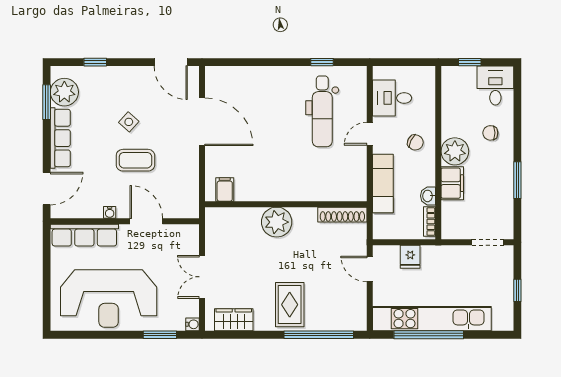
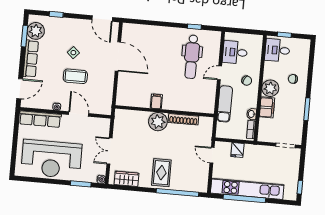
desk: (495, 86) -> (277, 50), moved, turned -90
filing cabinet: (225, 189) -> (156, 101), moved
shoe rack: (342, 215) -> (183, 119), moved
window: (517, 290) -> (300, 187), moved

